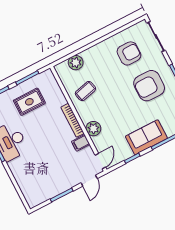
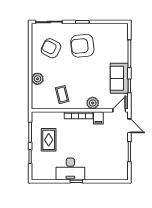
armchair: (129, 53) -> (51, 48), turned -63
plant: (76, 63) -> (37, 79), moved
armchair: (149, 86) -> (82, 46), turned 84
sofa: (146, 137) -> (119, 78), moved
door: (100, 161) -> (119, 110), hinge flipped

